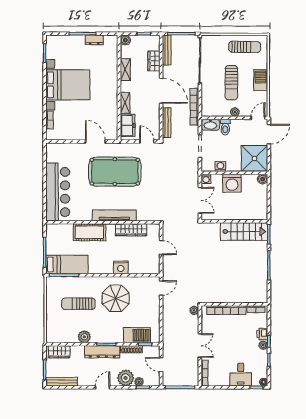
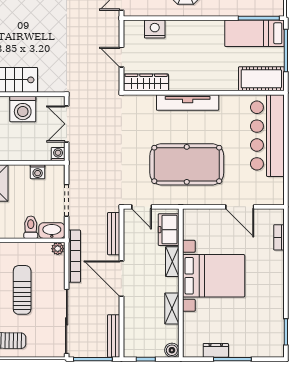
wardrobe: (154, 61) -> (132, 321), removed
bed with nightstands: (68, 85) -> (214, 276), moved, turned 180
plant: (235, 112) -> (58, 249), moved
door: (95, 142) -> (240, 207), moved
washing machine: (232, 183) -> (23, 109), moved, turned 180
wardrobe: (131, 230) -> (146, 82), moved
cot: (90, 232) -> (261, 79), moved
nightstand: (121, 267) -> (155, 29), moved

